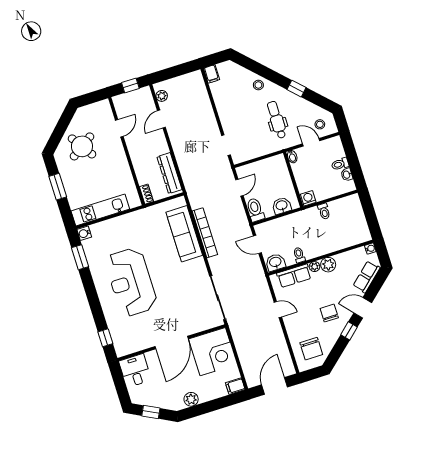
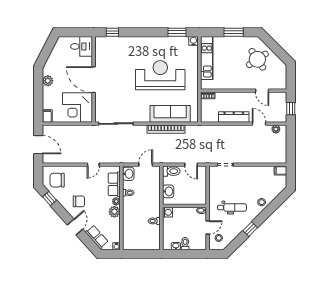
dresser: (169, 173) -> (234, 117), moved
reception desk: (131, 282) -> (160, 75), moved
window: (349, 331) -> (50, 199), moved
window: (151, 412) -> (48, 48), removed

